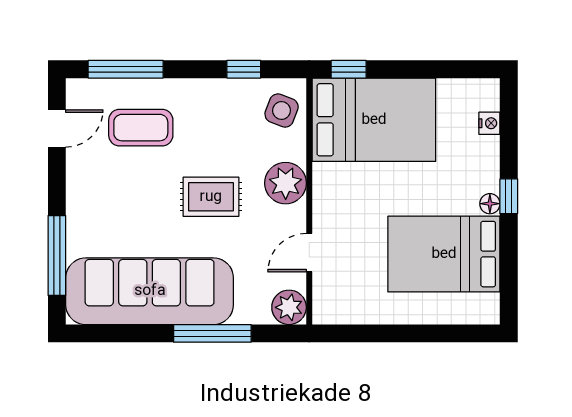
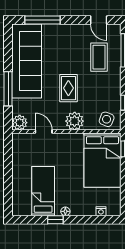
window: (509, 196) -> (55, 220), moved
bed: (444, 254) -> (43, 191), width x0.67

